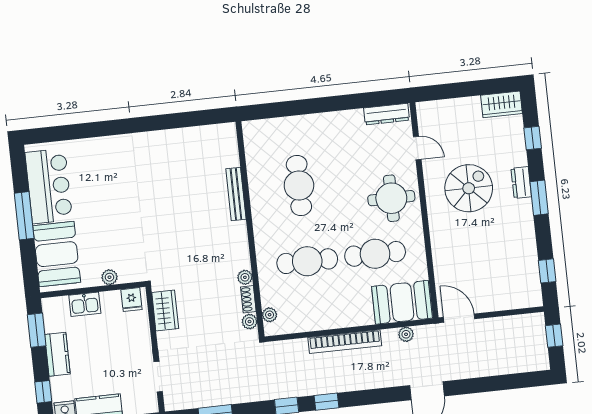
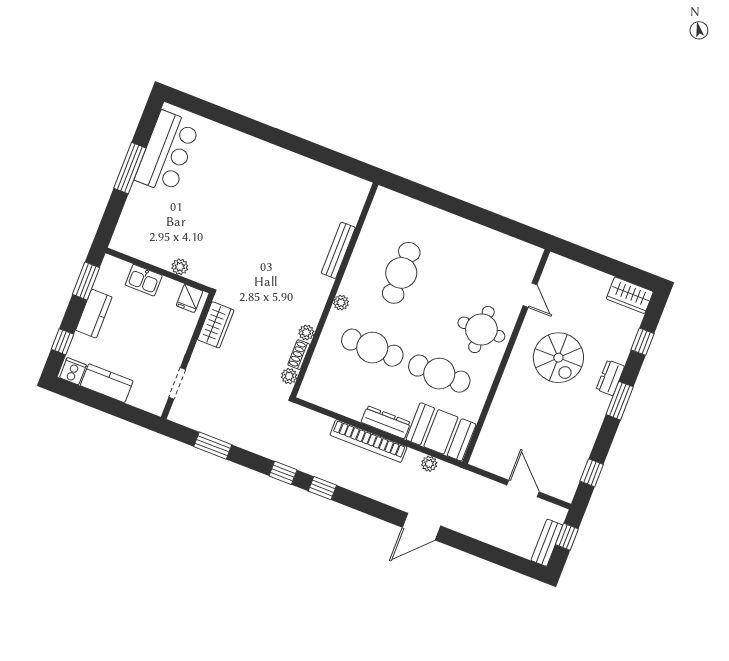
dresser: (387, 114) -> (386, 422), moved, turned 180
spiral stairs: (469, 188) -> (558, 358), turned 90
booth: (57, 254) -> (142, 220), removed
plant: (270, 315) -> (341, 303), moved
door: (459, 318) -> (523, 488), moved
bench: (540, 349) -> (547, 543), added

